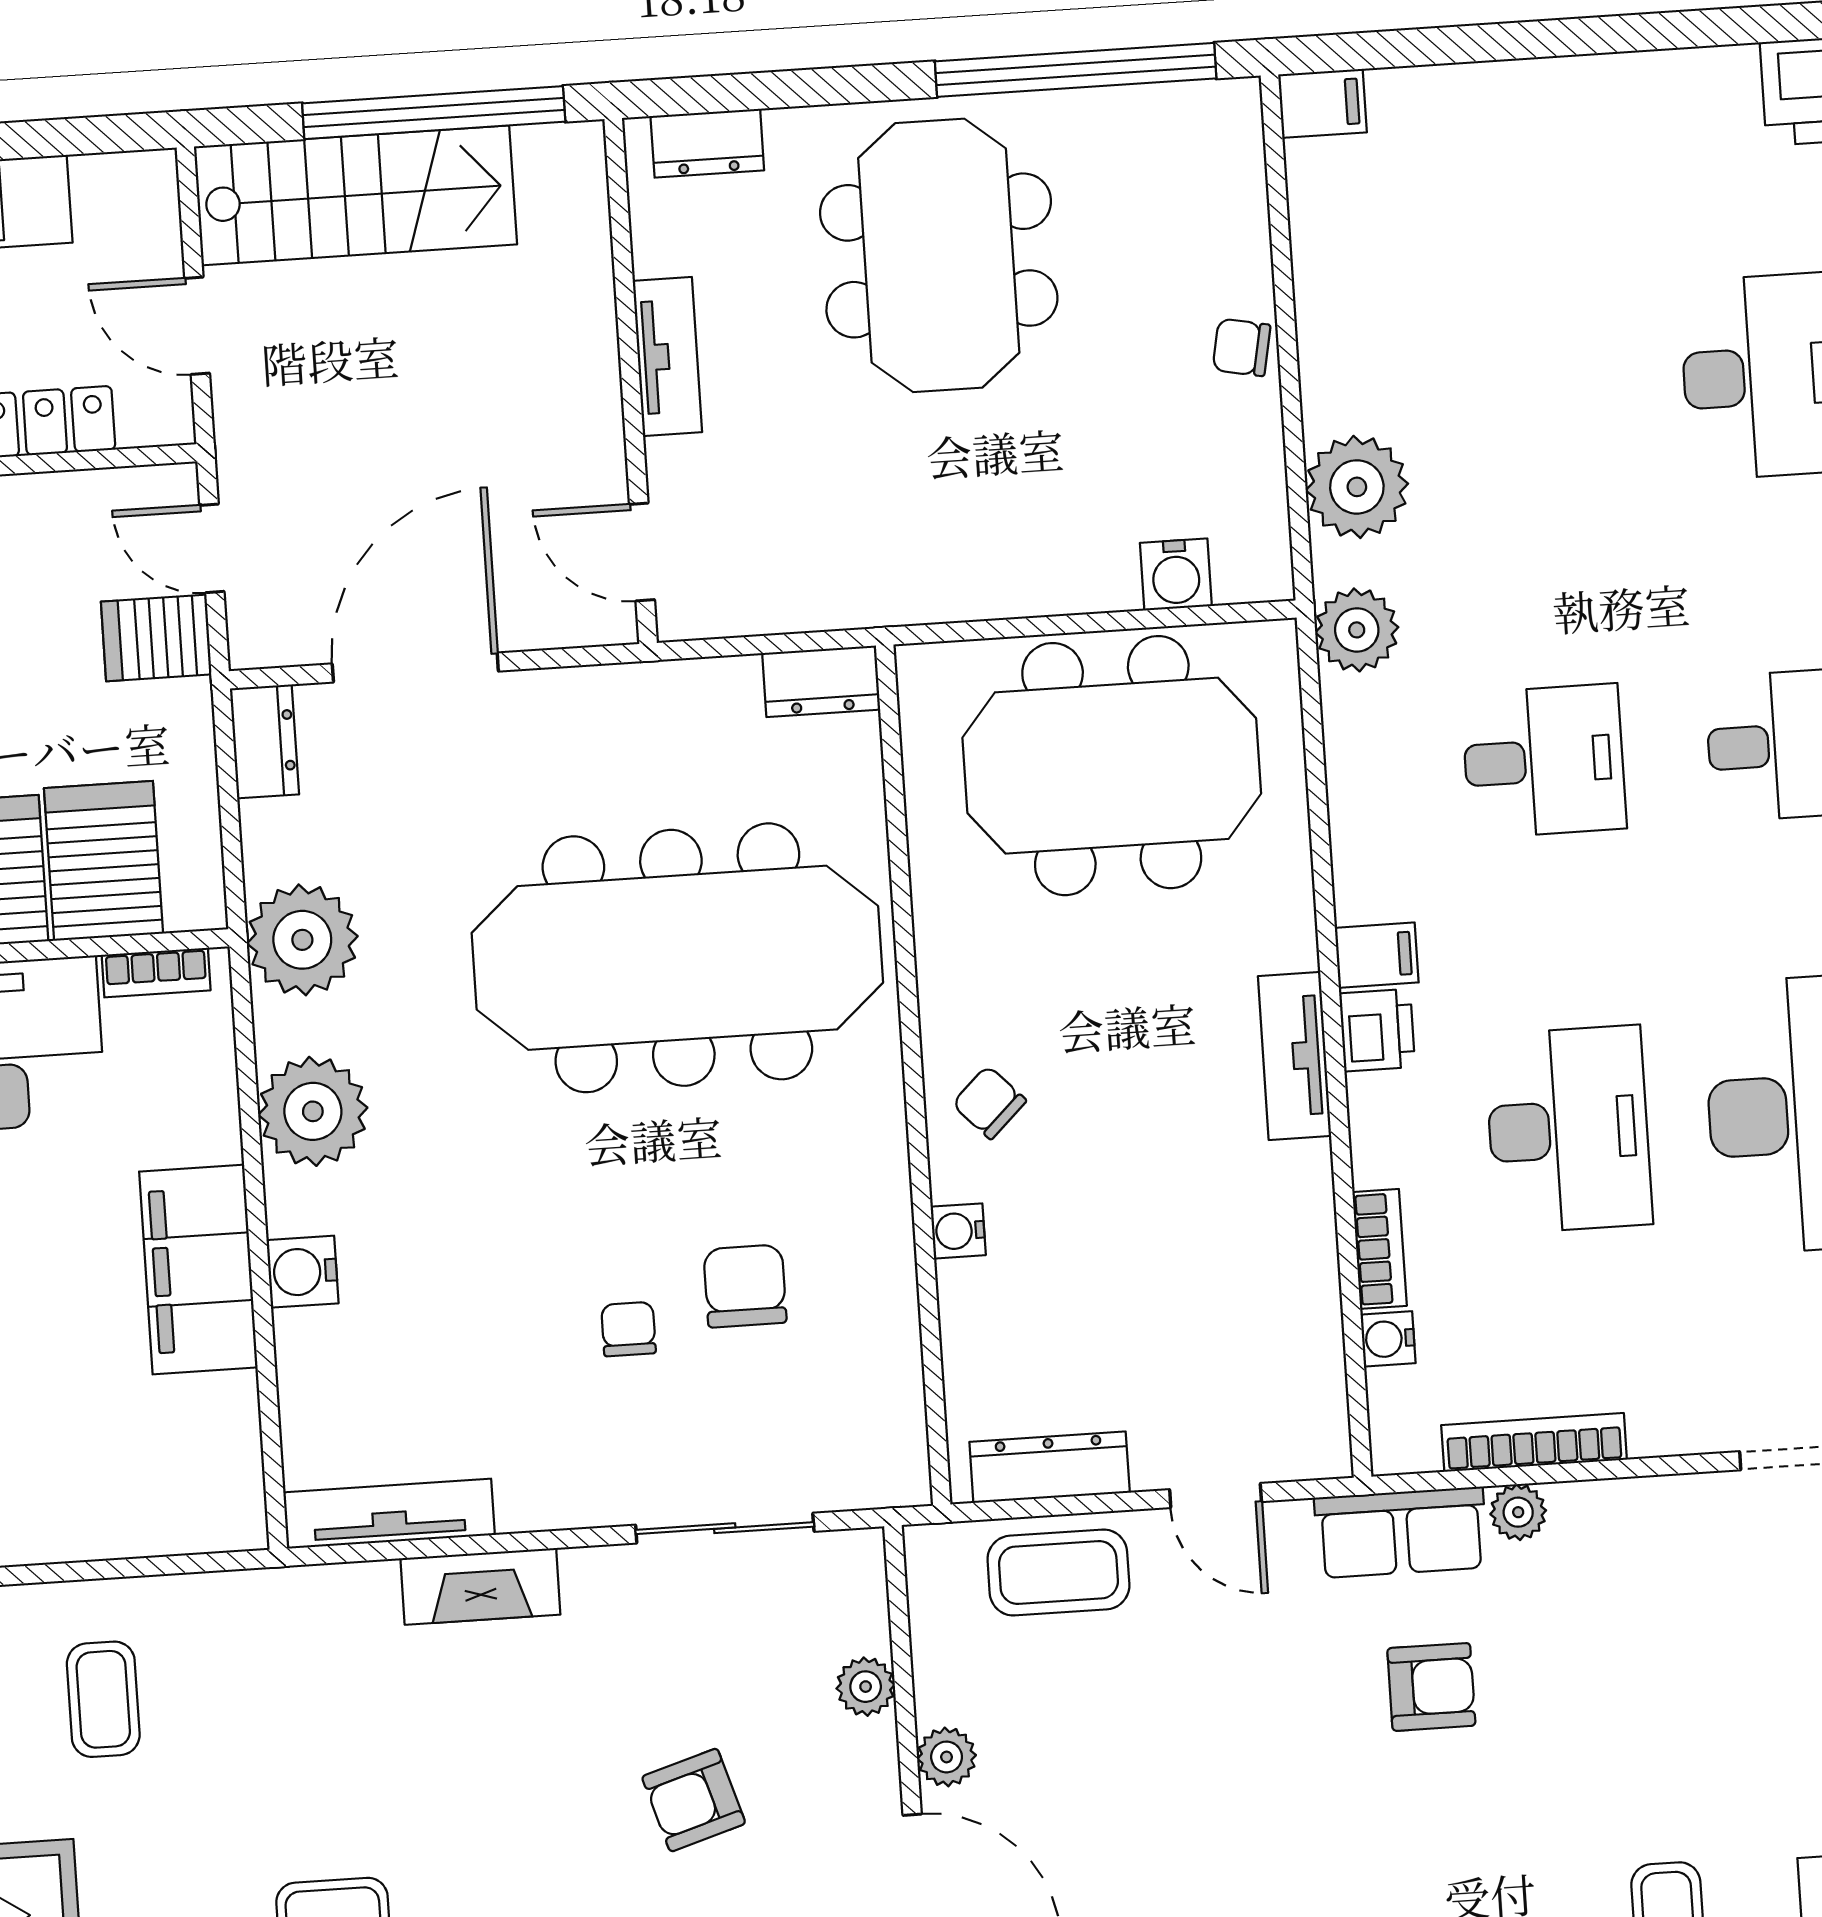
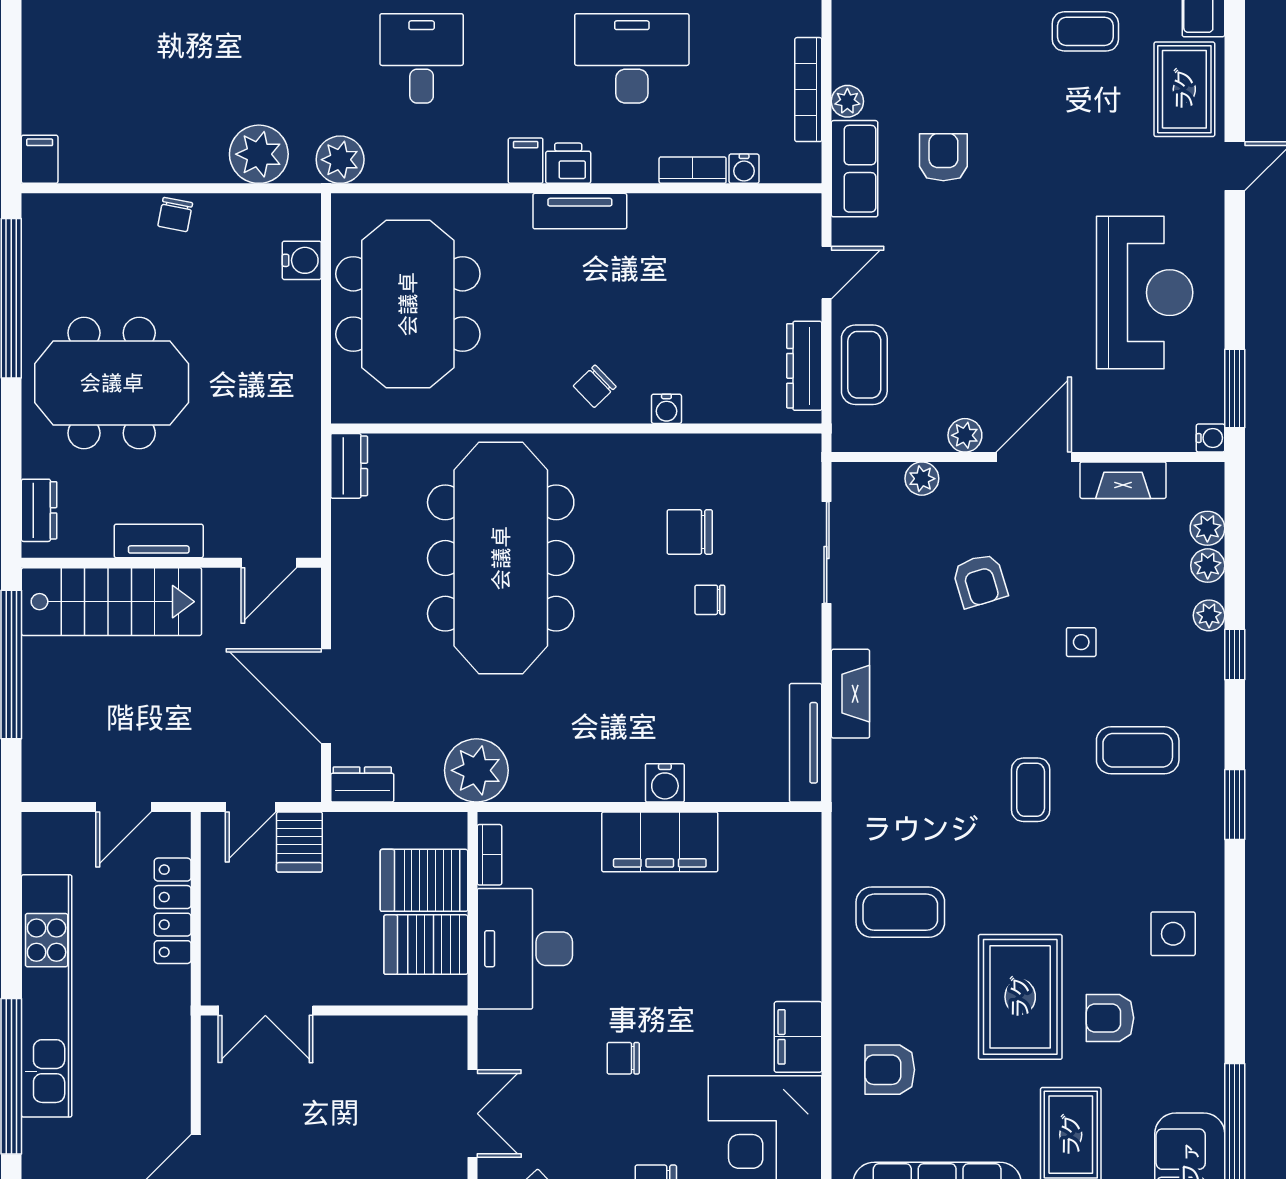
stairs: (355, 195) -> (111, 602), moved, turned 90
plant: (313, 1111) -> (574, 771), removed
coffee table: (103, 1699) -> (900, 912), width x1.36, depth x1.30

